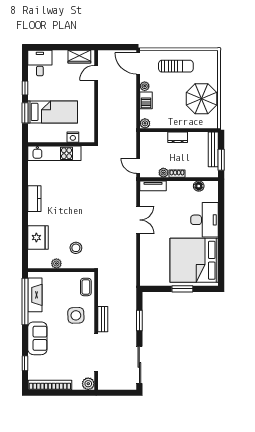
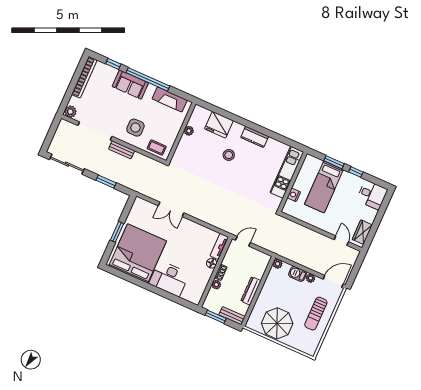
dresser: (178, 137) -> (251, 291), width x1.44
bench: (213, 149) -> (232, 316), width x0.73
plant: (163, 173) -> (216, 285), moved
floor lamp: (199, 186) -> (212, 263), moved
double door: (138, 220) -> (171, 209), moved
stool: (76, 248) -> (229, 155), moved
window: (25, 301) -> (148, 79), moved

